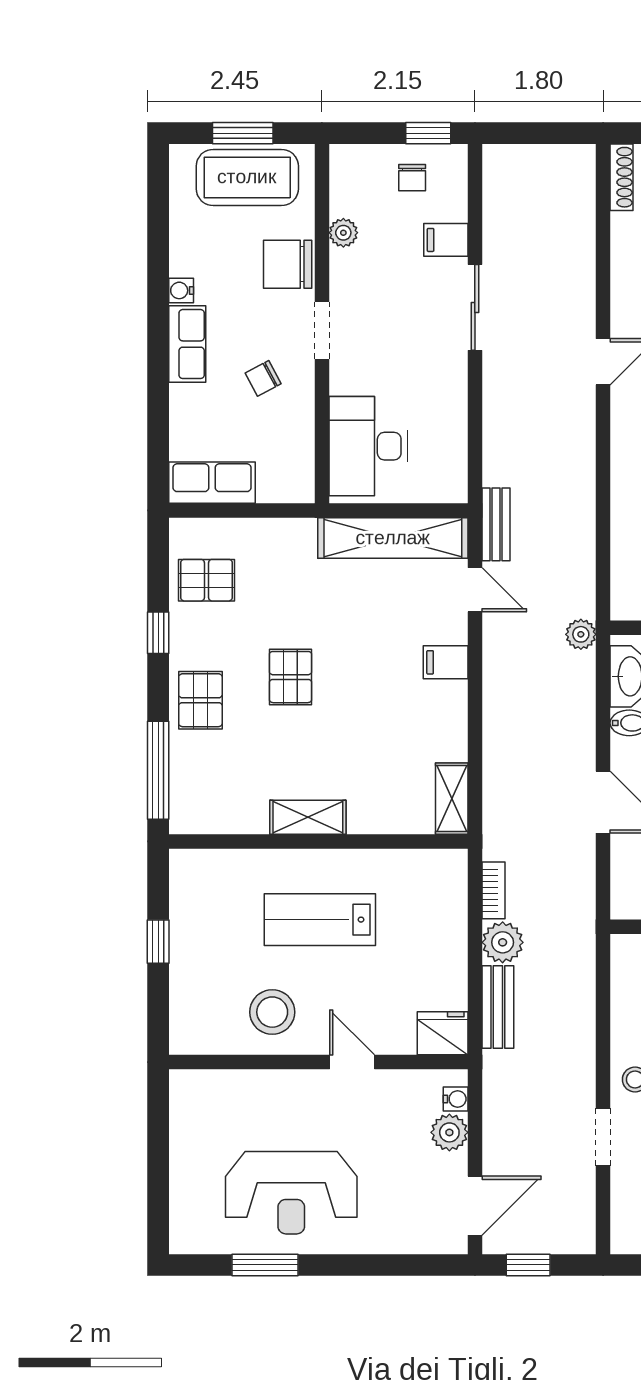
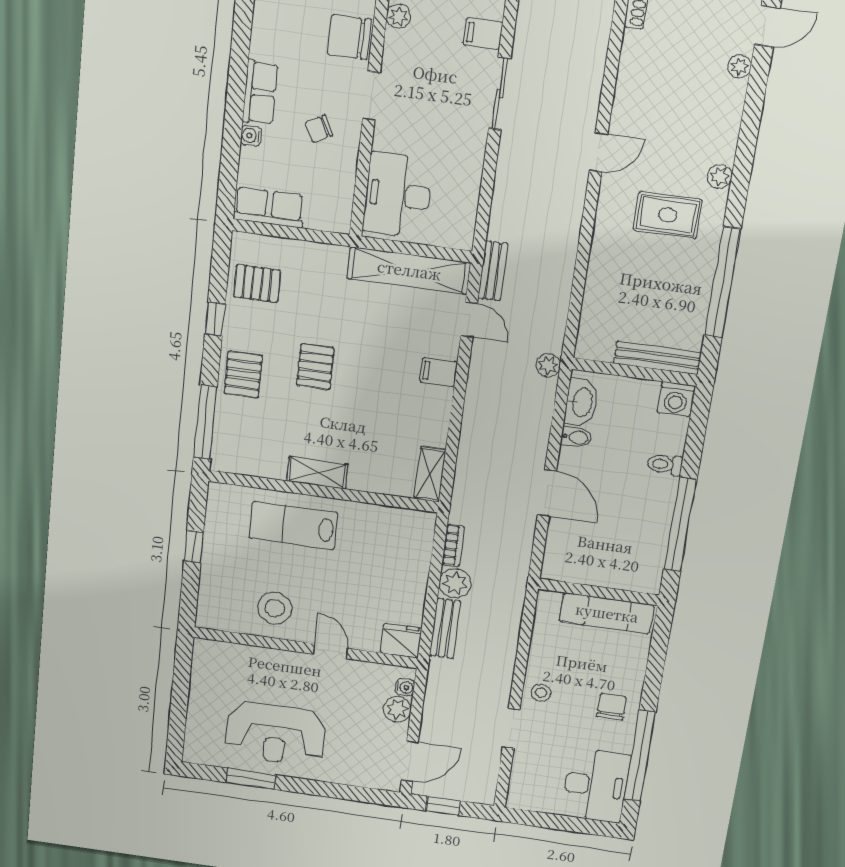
water cooler: (181, 290) -> (251, 136), moved
lab bench: (320, 920) -> (294, 526), moved

